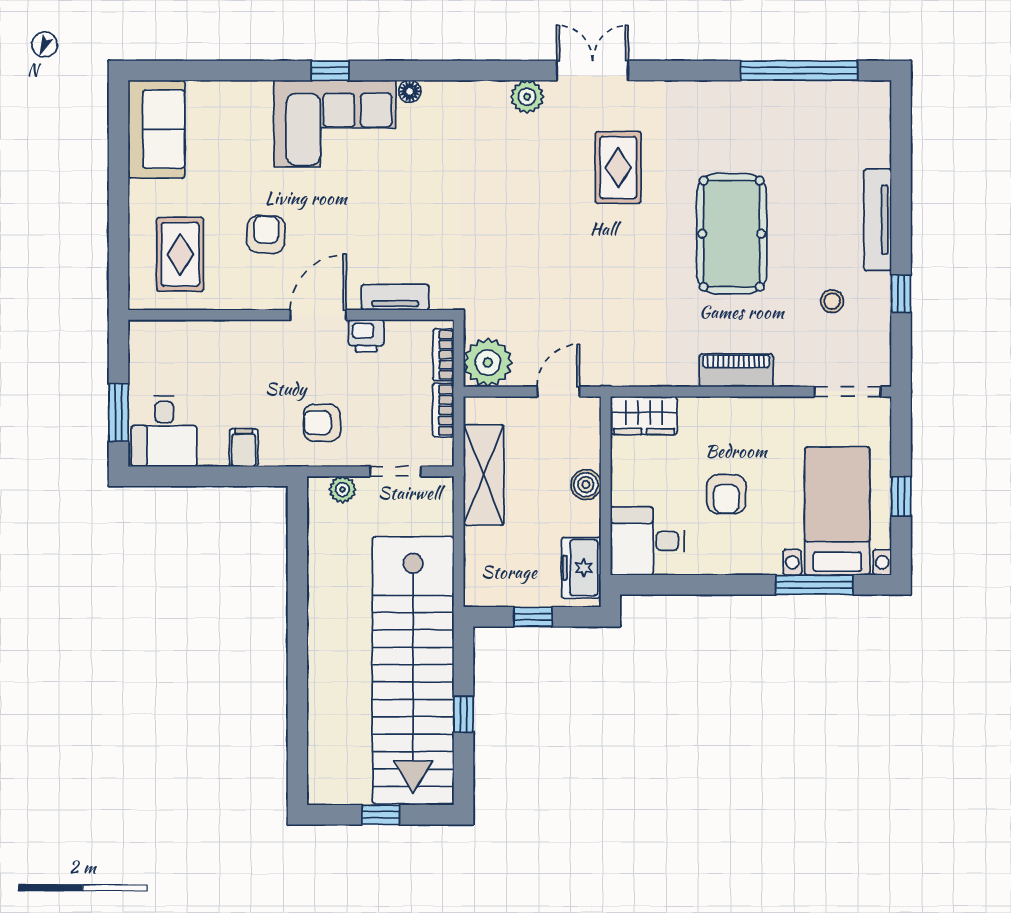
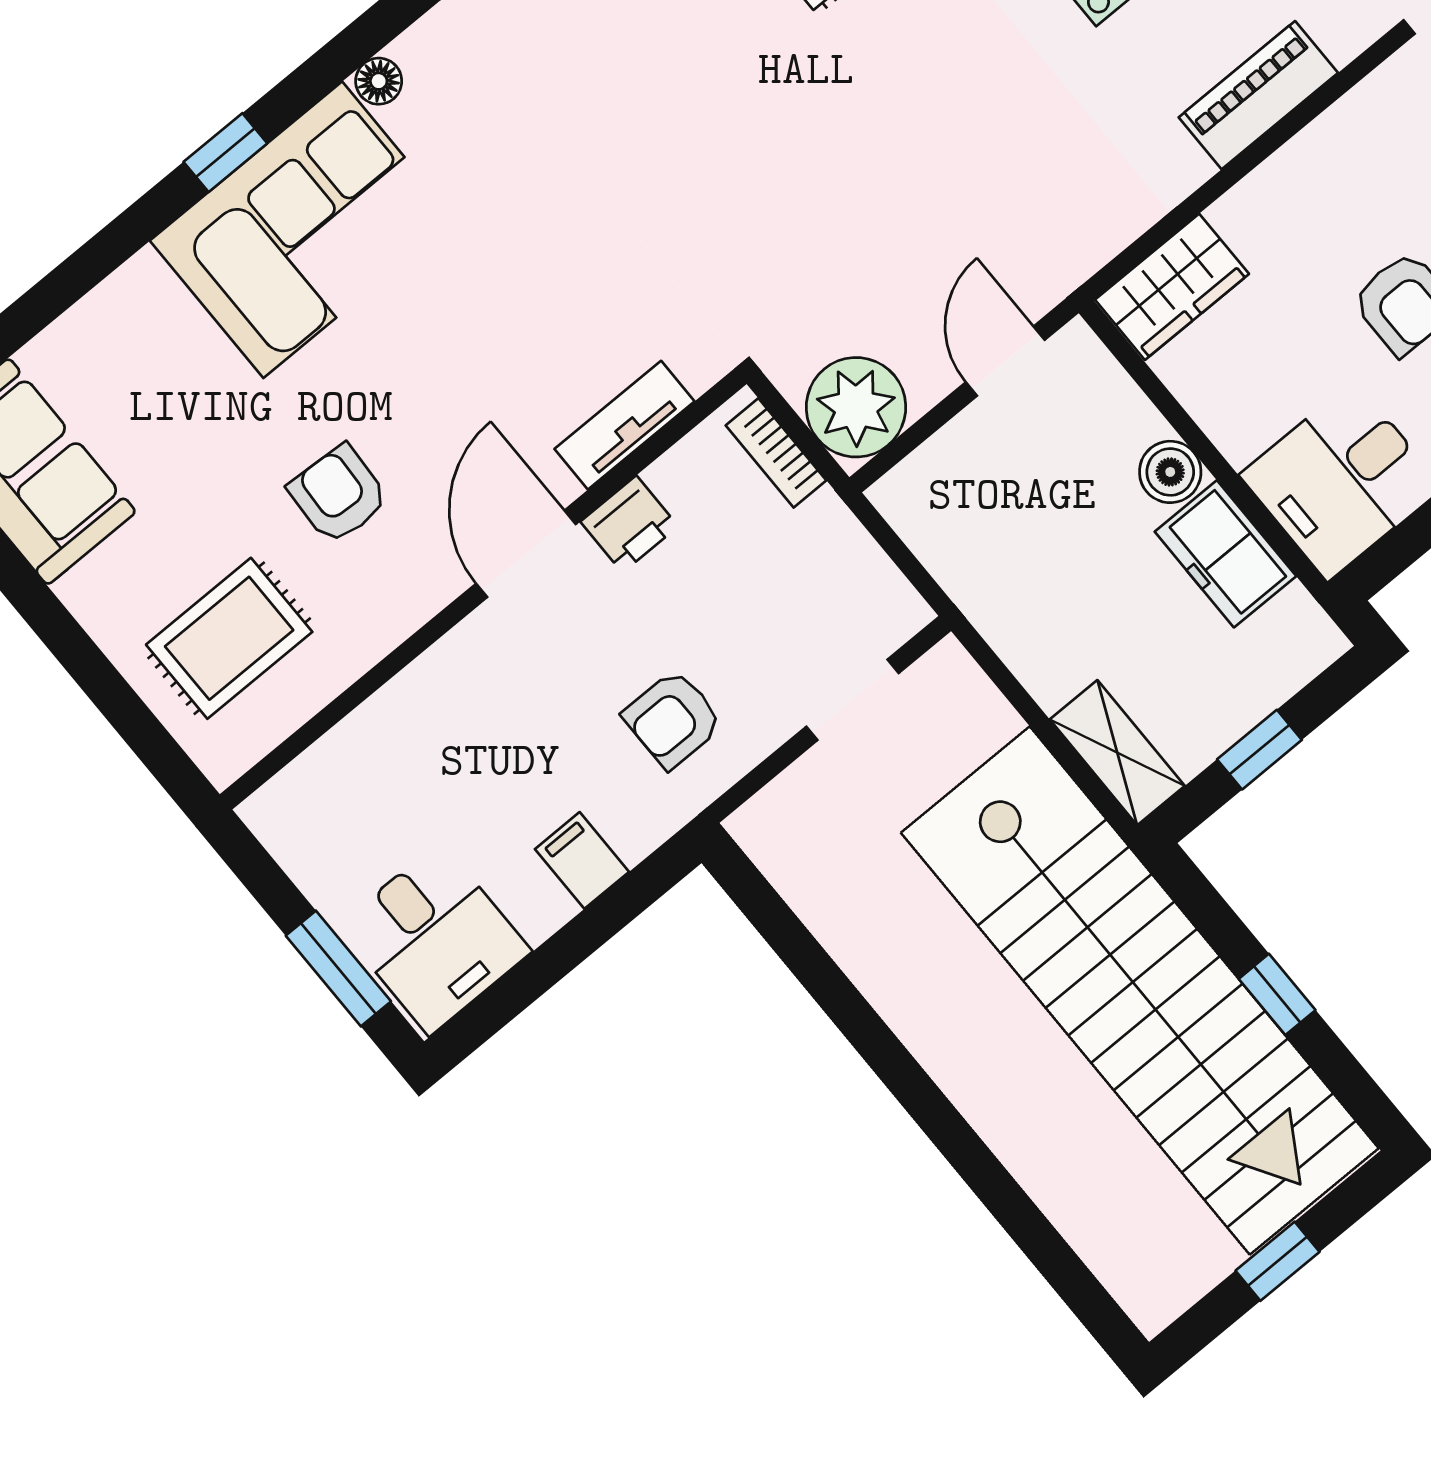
rug: (180, 254) -> (229, 638), turned 90
bookcase: (443, 410) -> (848, 541), removed
shelving: (484, 475) -> (1117, 753), moved, width x0.67, depth x0.75
plant: (343, 489) -> (792, 797), removed
freezer: (581, 568) -> (1225, 554), moved

